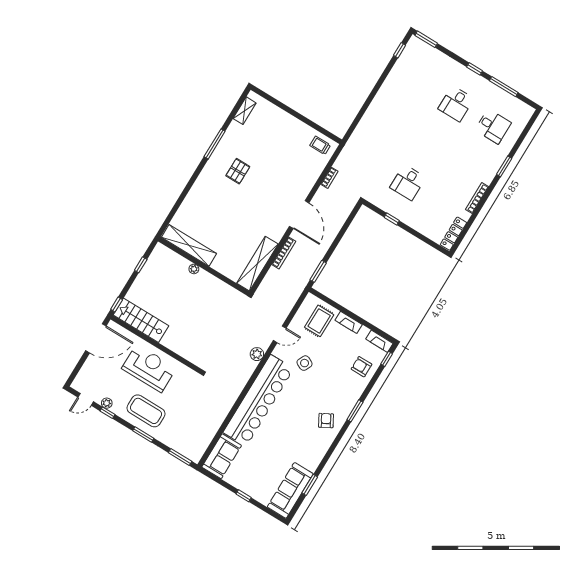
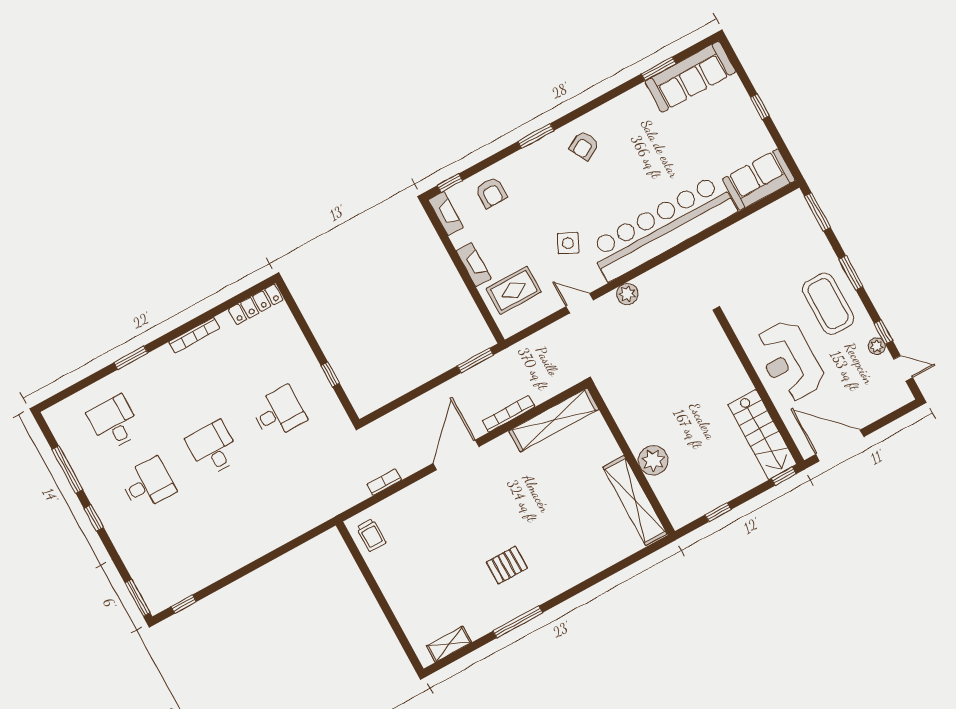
desk: (432, 143) -> (213, 448), added
plant: (194, 269) -> (653, 460), width x1.87, depth x1.87

